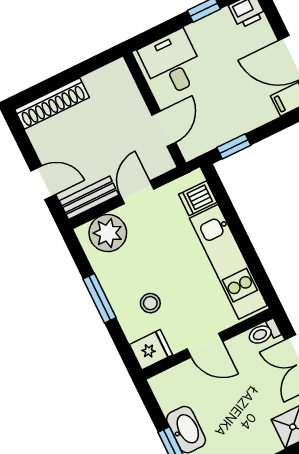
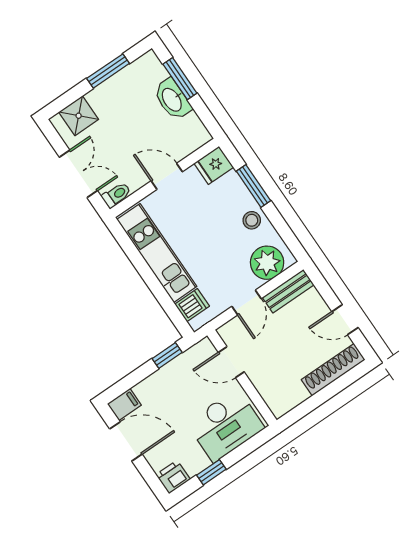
desk: (172, 64) -> (225, 425), width x1.37
door: (164, 129) -> (231, 362), hinge flipped
door: (43, 183) -> (345, 320), moved
window: (100, 298) -> (253, 186), moved
stool: (150, 303) -> (252, 220), moved

